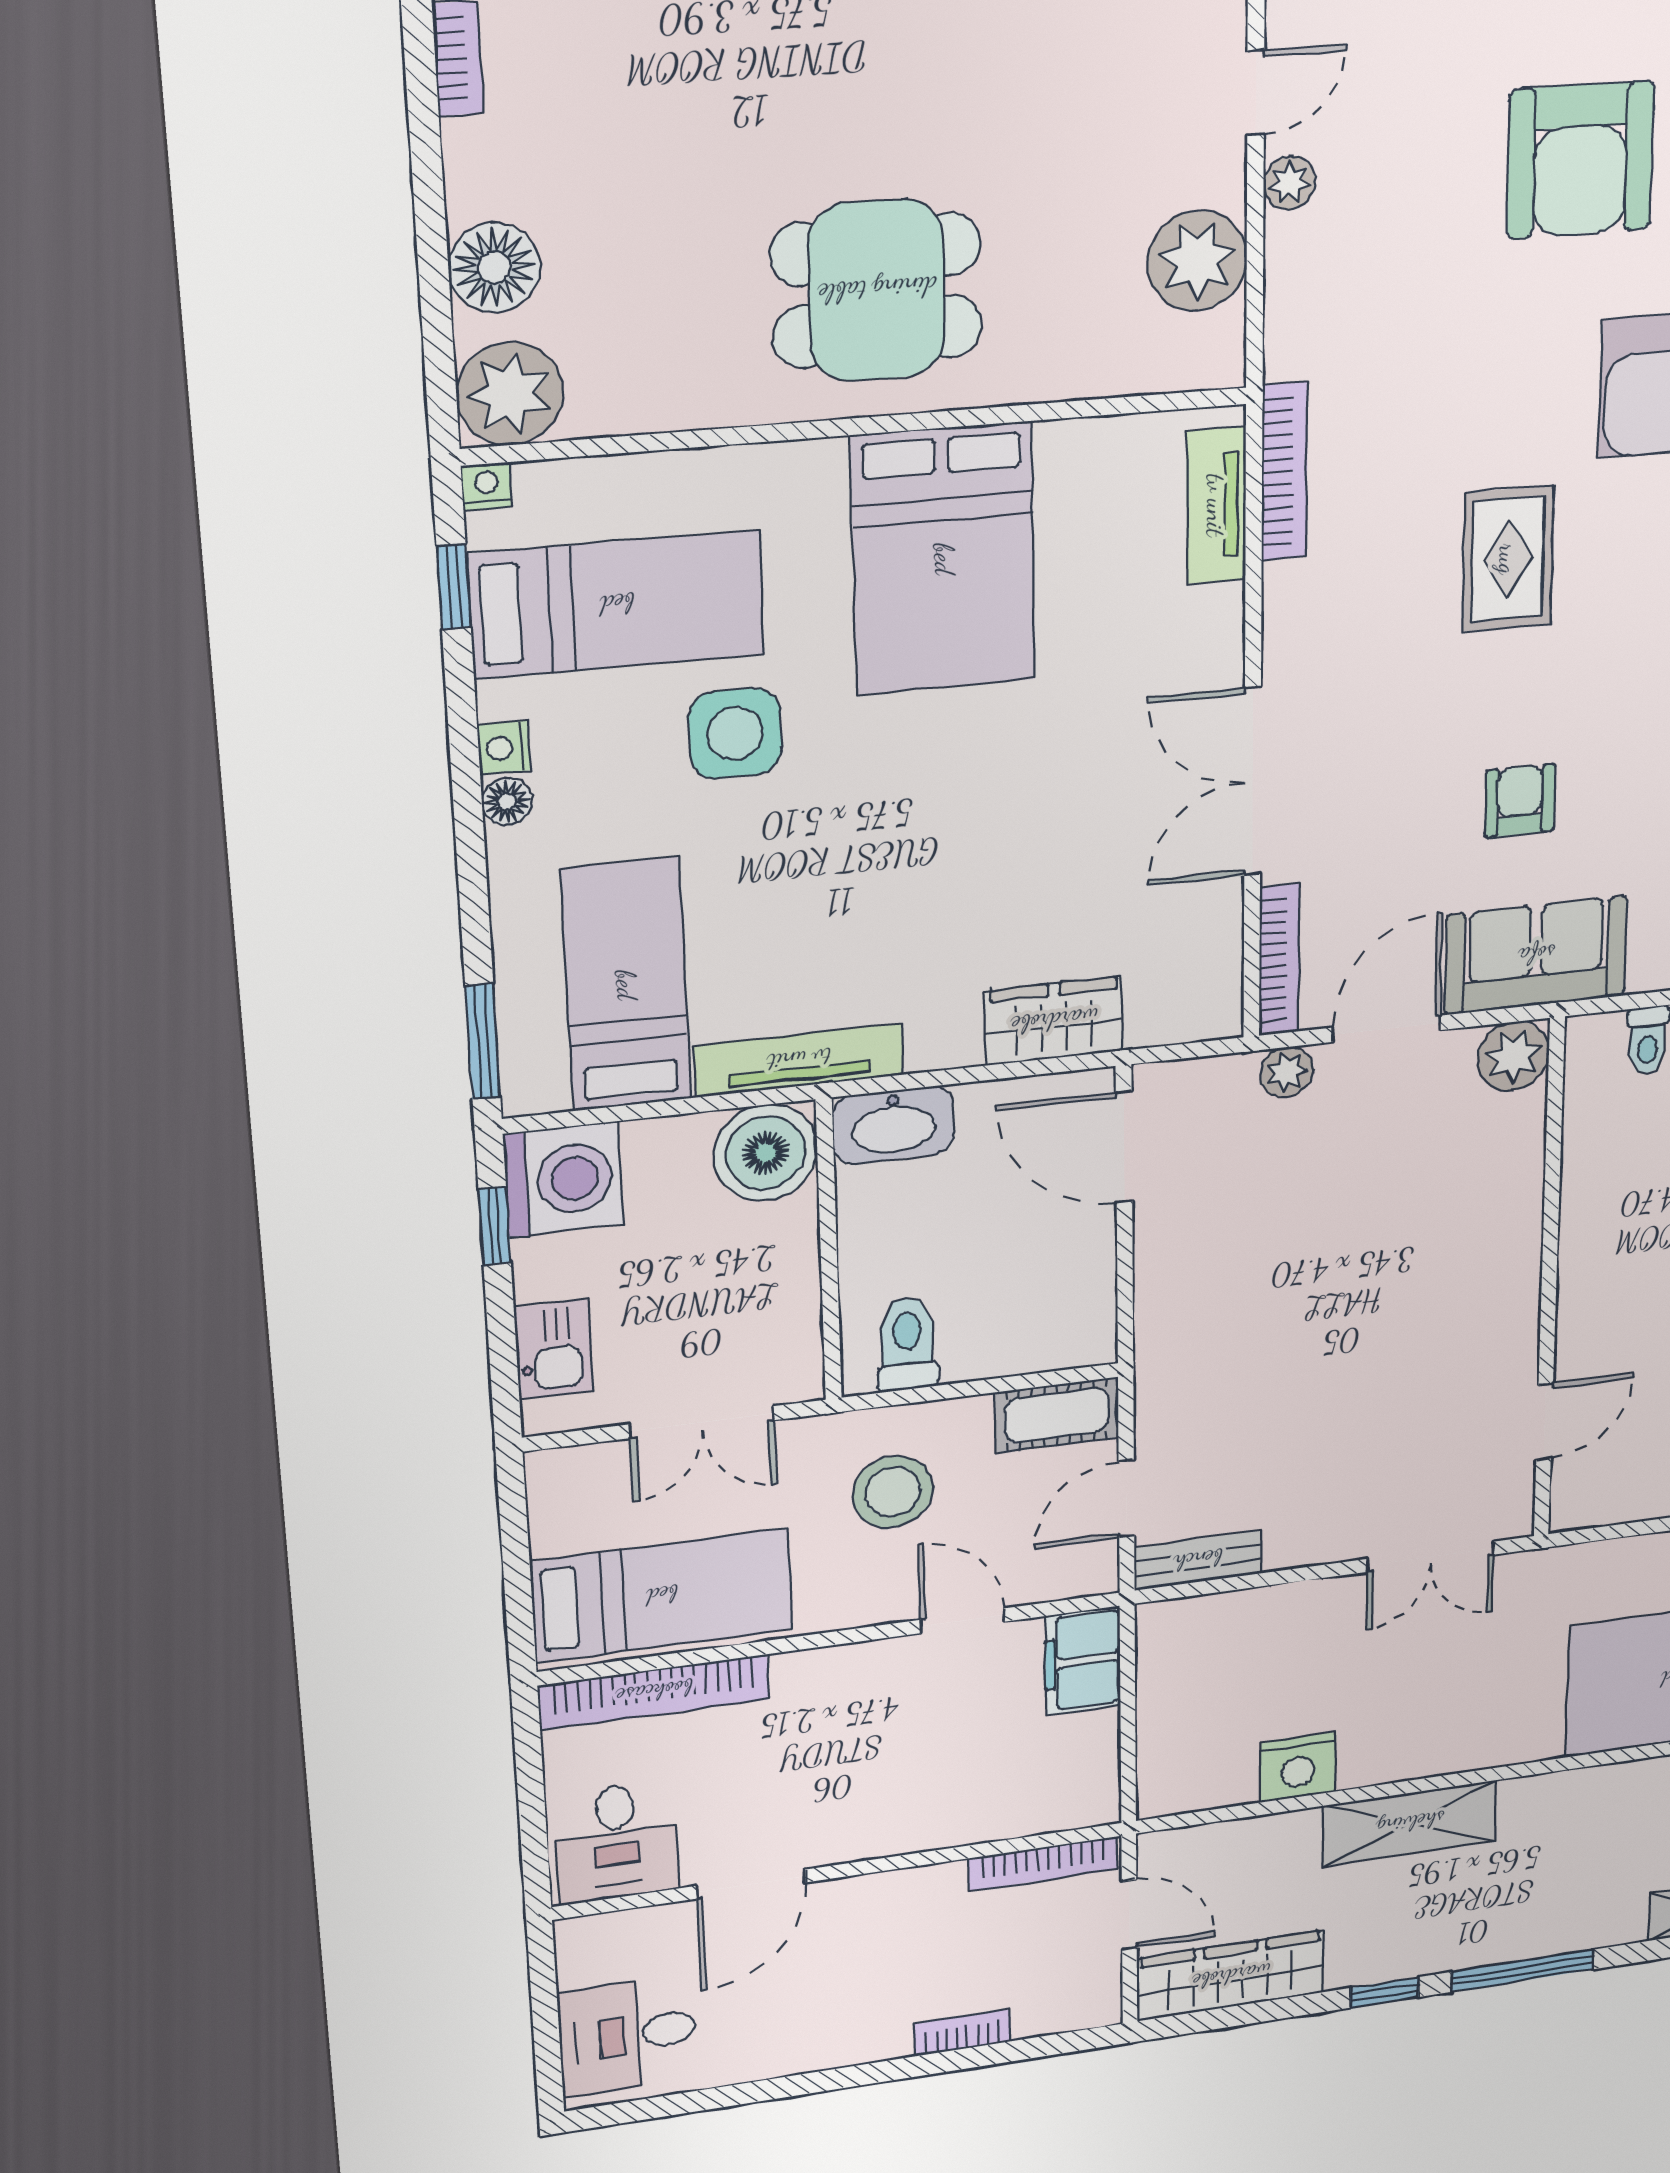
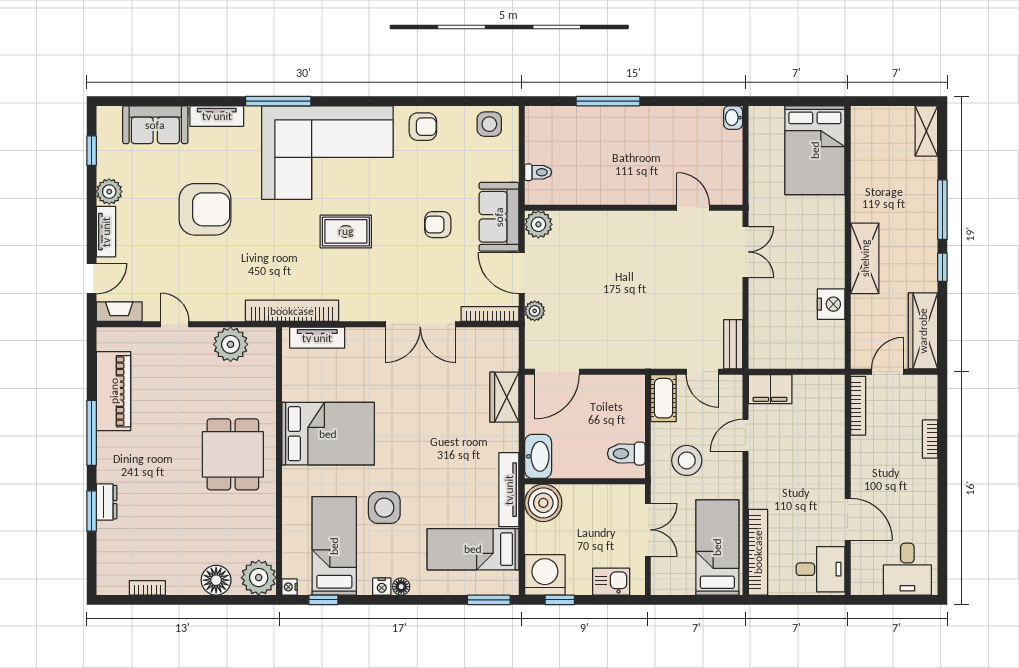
plant: (1290, 183) -> (206, 312), removed
bookcase: (1284, 471) -> (292, 311), width x1.48, depth x1.31

